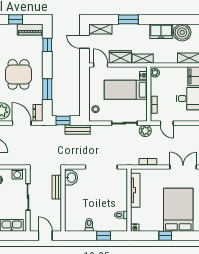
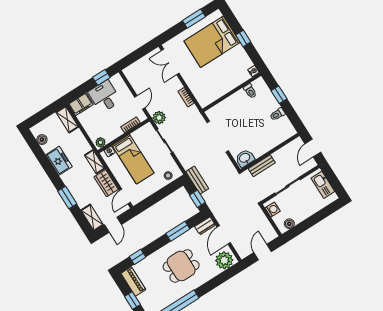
boiler: (182, 32) -> (42, 140), width x0.54, depth x0.54
tv unit: (135, 190) -> (219, 92), removed

